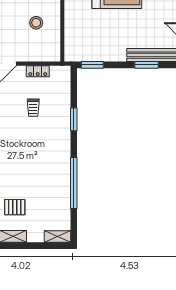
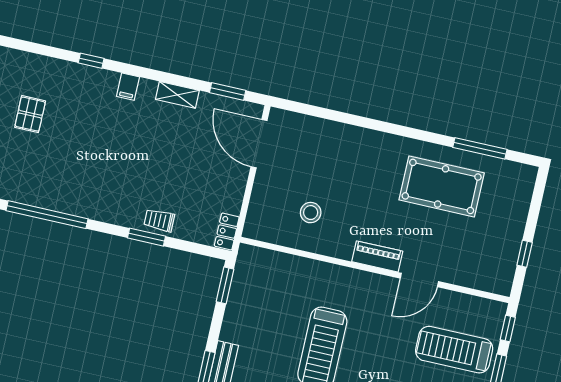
locker: (38, 71) -> (227, 232), moved
trolley: (33, 108) -> (159, 220), moved

